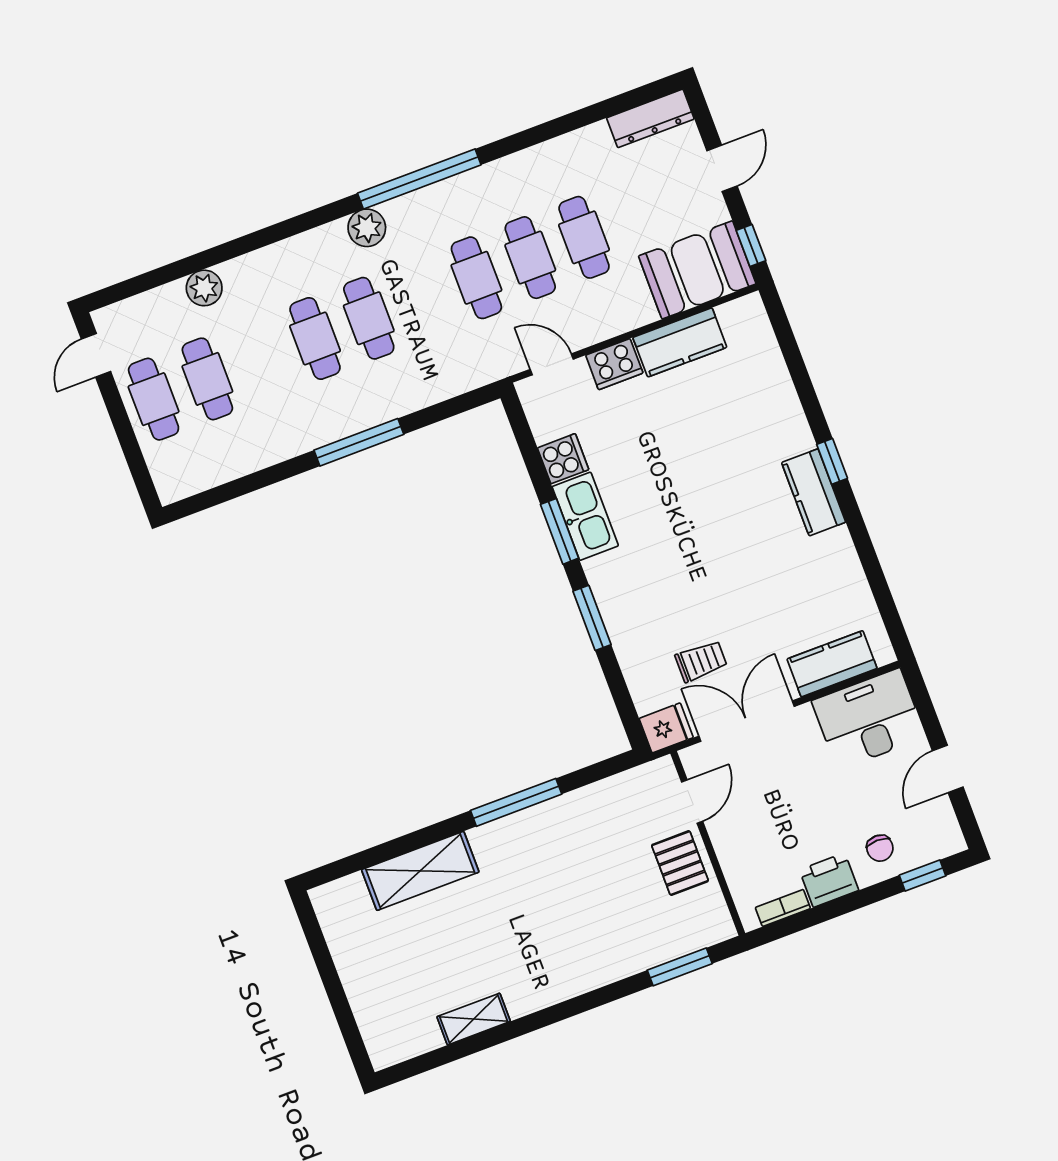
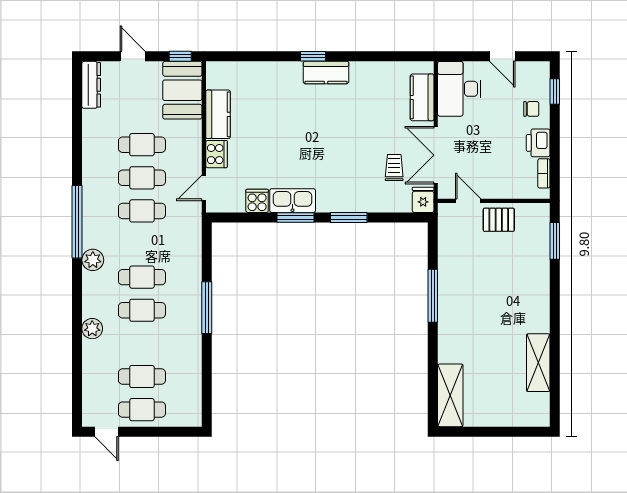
plant: (204, 288) -> (92, 329), moved
shelving: (420, 871) -> (450, 395), moved
shelving: (474, 1019) -> (538, 363), width x1.50, depth x1.33

